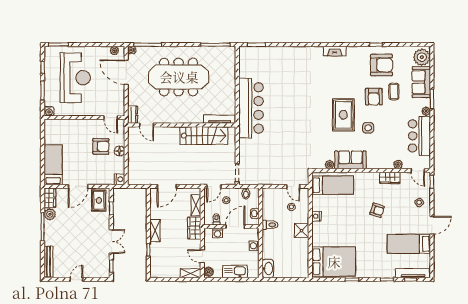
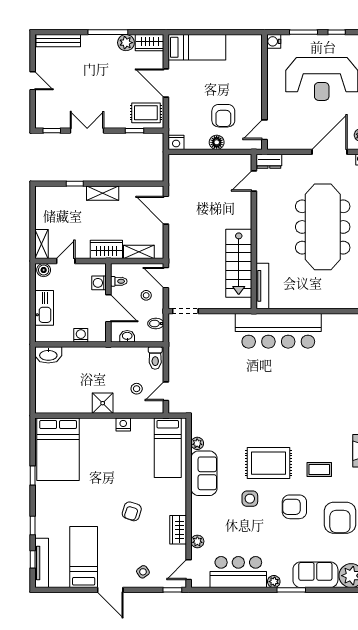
coffee table: (394, 92) -> (319, 469), moved
toilet: (270, 225) -> (155, 358), moved
double door: (111, 241) -> (87, 131), swing flipped

